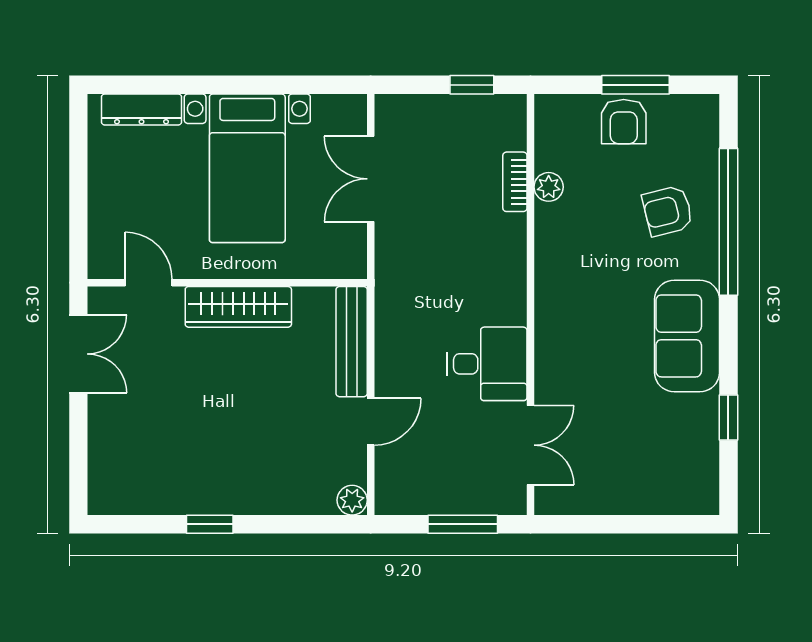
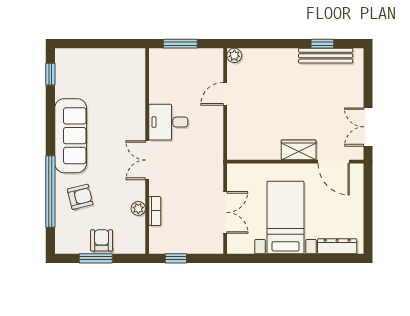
door: (149, 283) -> (334, 162), width x1.38
wardrobe: (238, 307) -> (299, 150), width x0.67
sofa: (687, 336) -> (71, 136), width x1.36
bench: (352, 342) -> (326, 56), moved, turned 90
window: (728, 417) -> (50, 74), moved
double door: (530, 445) -> (147, 160), moved
window: (210, 524) -> (322, 44), moved

